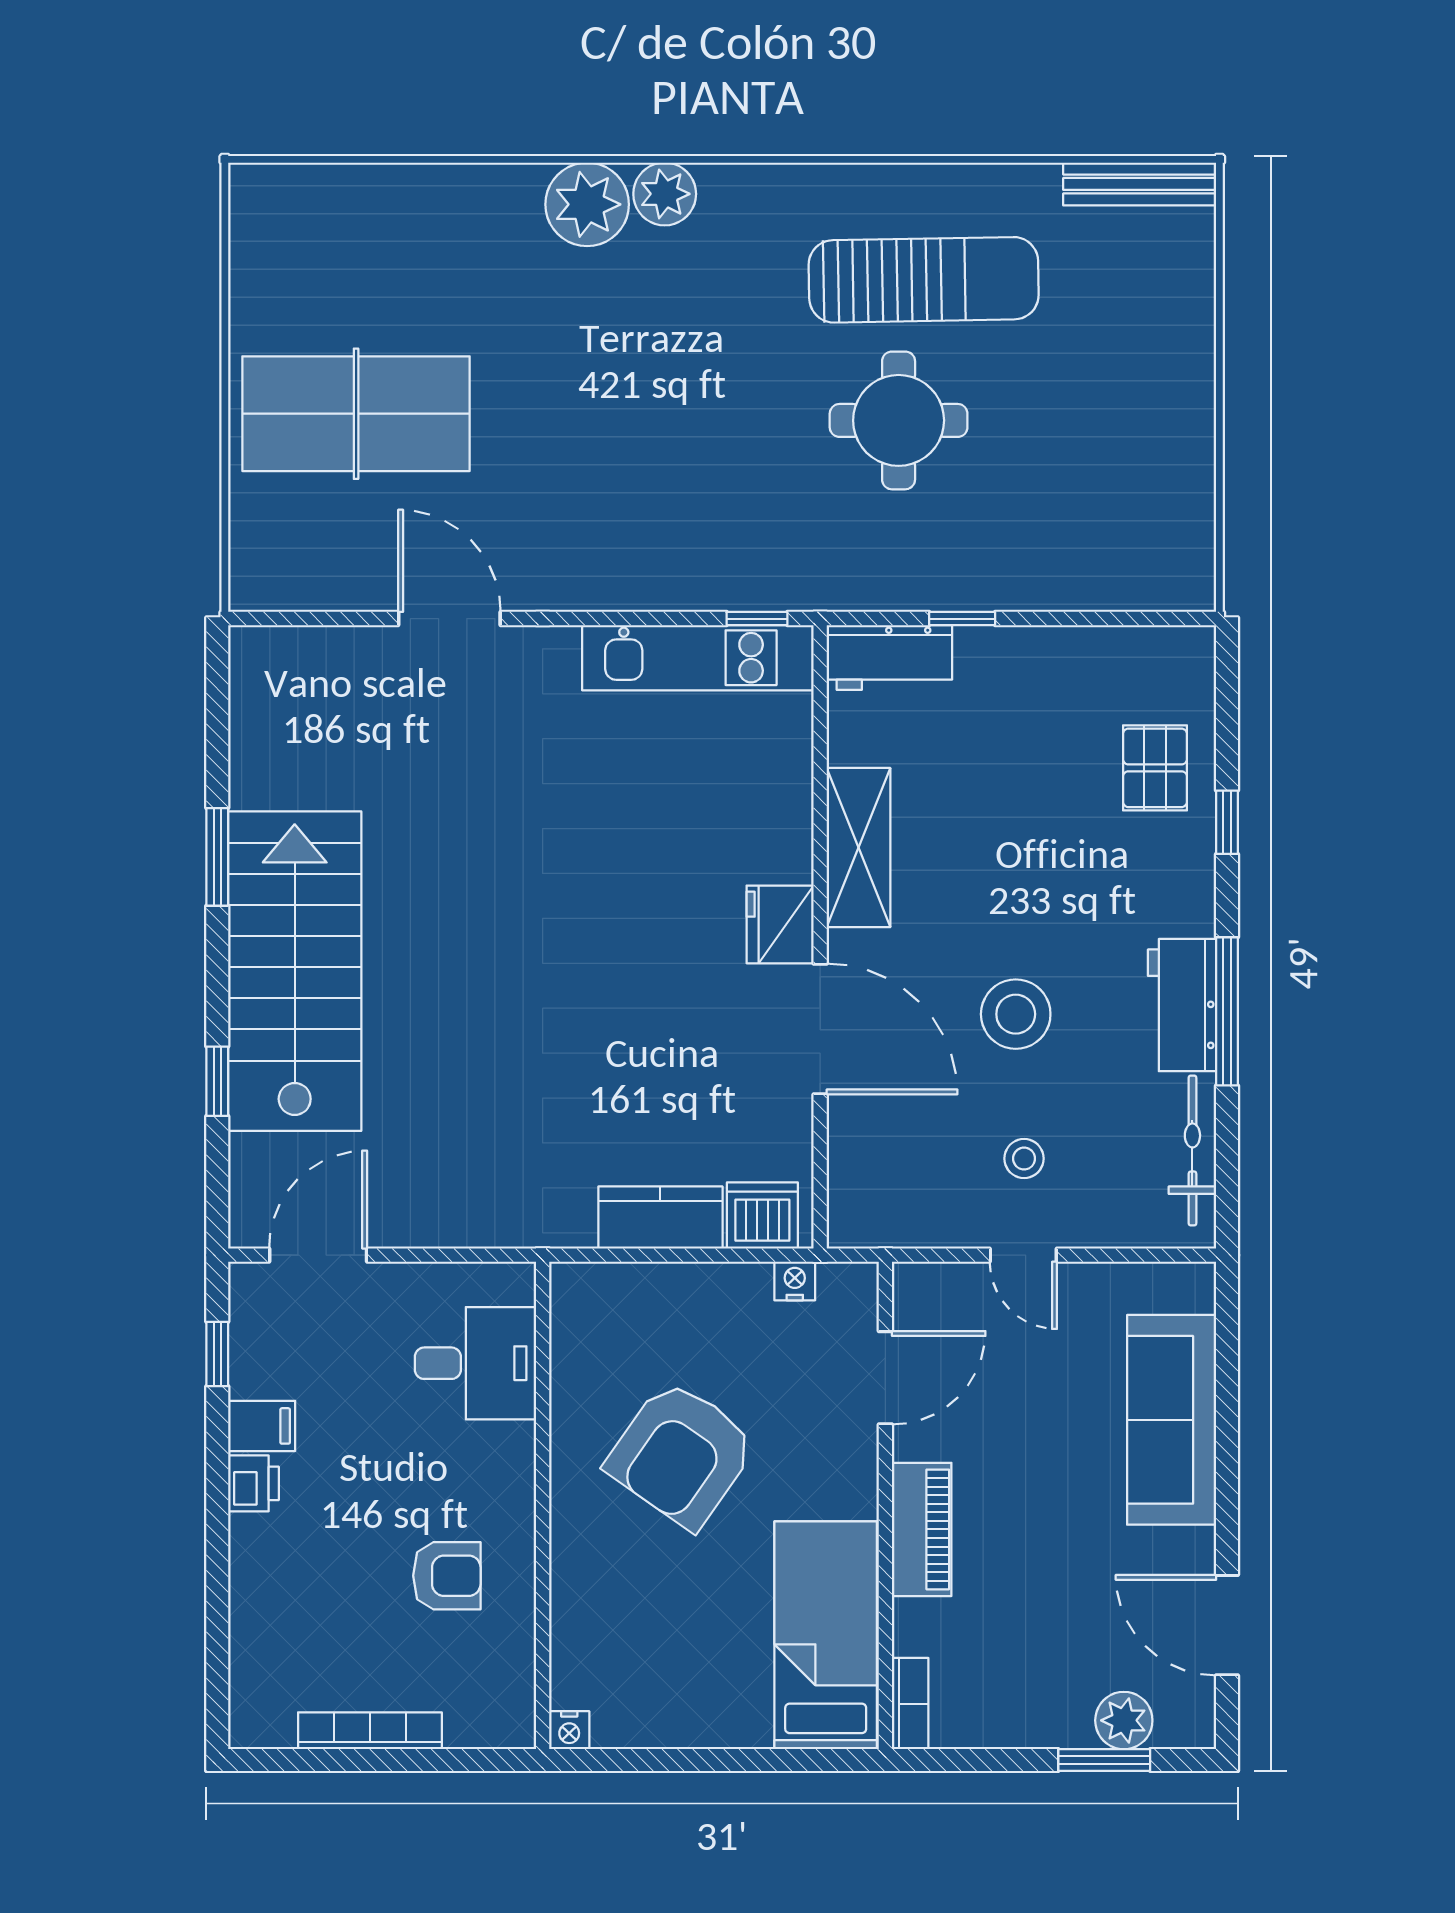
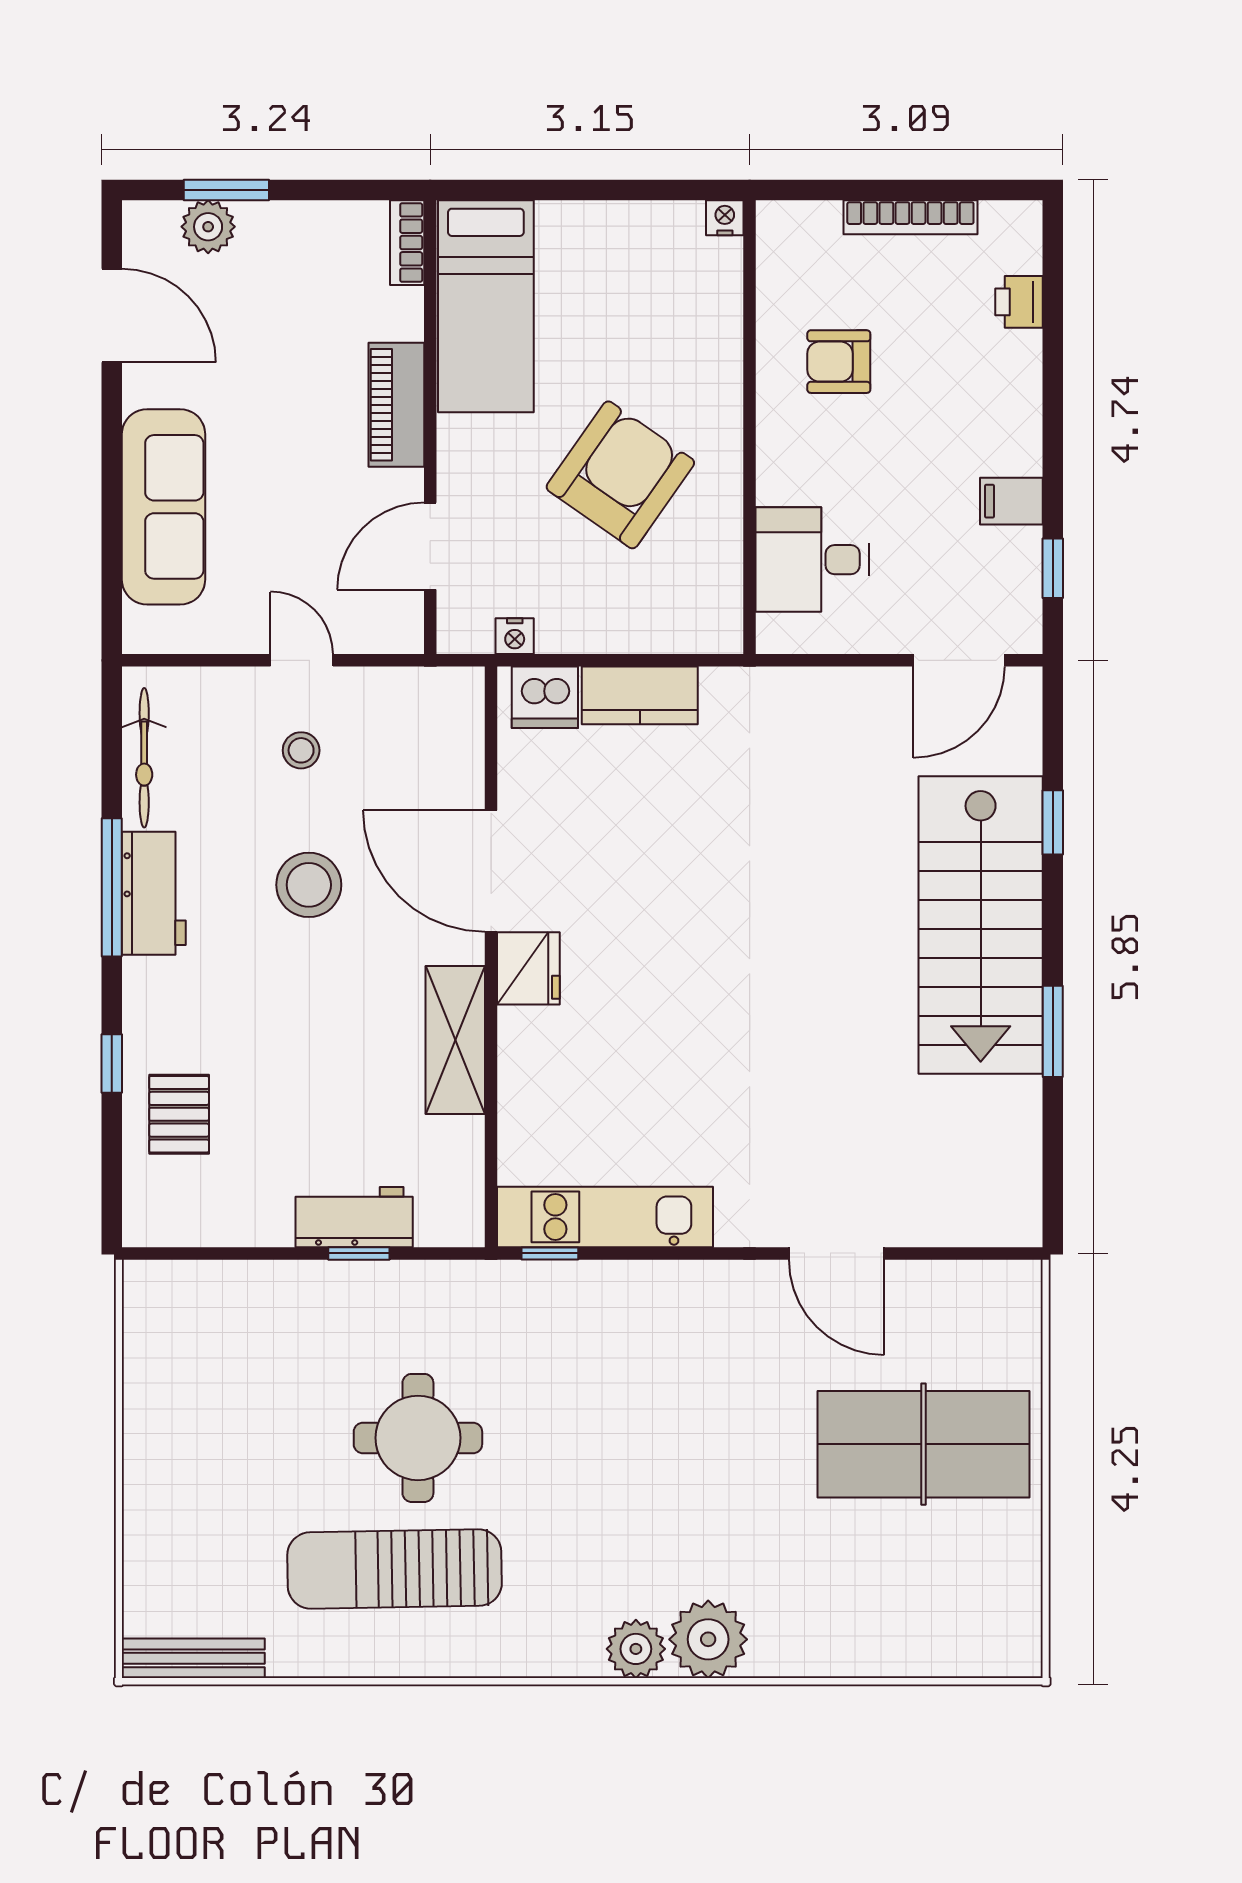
workbench: (889, 657) -> (354, 1217), moved
printer: (253, 1483) -> (1019, 302), moved

